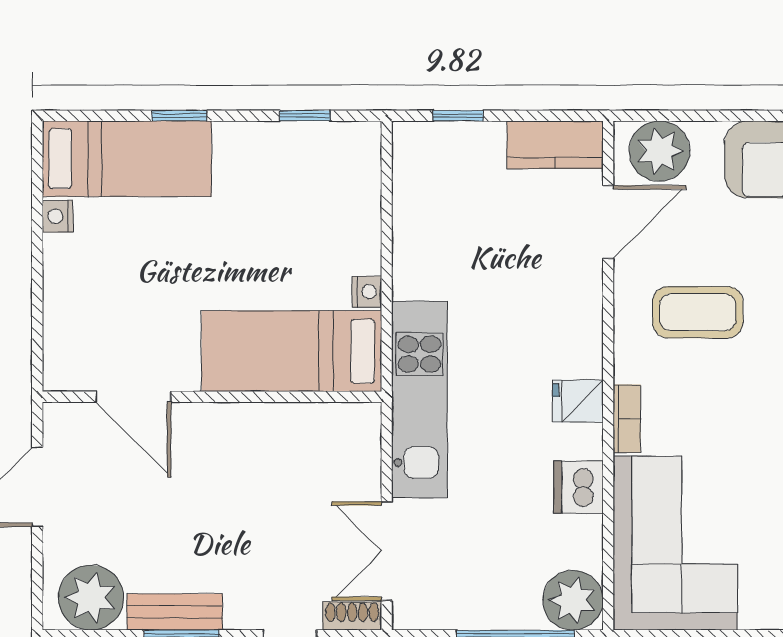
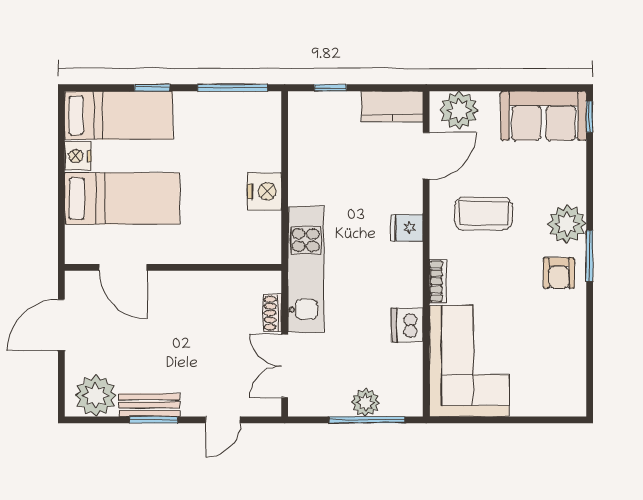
window: (305, 116) -> (232, 88), width x2.17
nightstand: (58, 216) -> (78, 156), width x1.39, depth x1.35
nightstand: (367, 292) -> (264, 191), width x1.89, depth x1.79
bed: (292, 351) -> (122, 198), moved, turned 180
fridge: (578, 401) -> (407, 228), moved
plant: (573, 600) -> (365, 402), moved, width x0.73, depth x0.73
shoe rack: (352, 616) -> (272, 313), moved, turned -90

